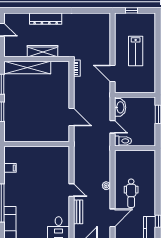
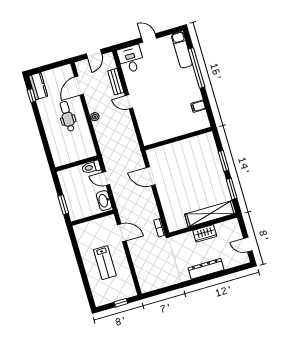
wardrobe: (43, 51) -> (205, 233), width x0.67
lab bench: (136, 51) -> (105, 263), turned 180

